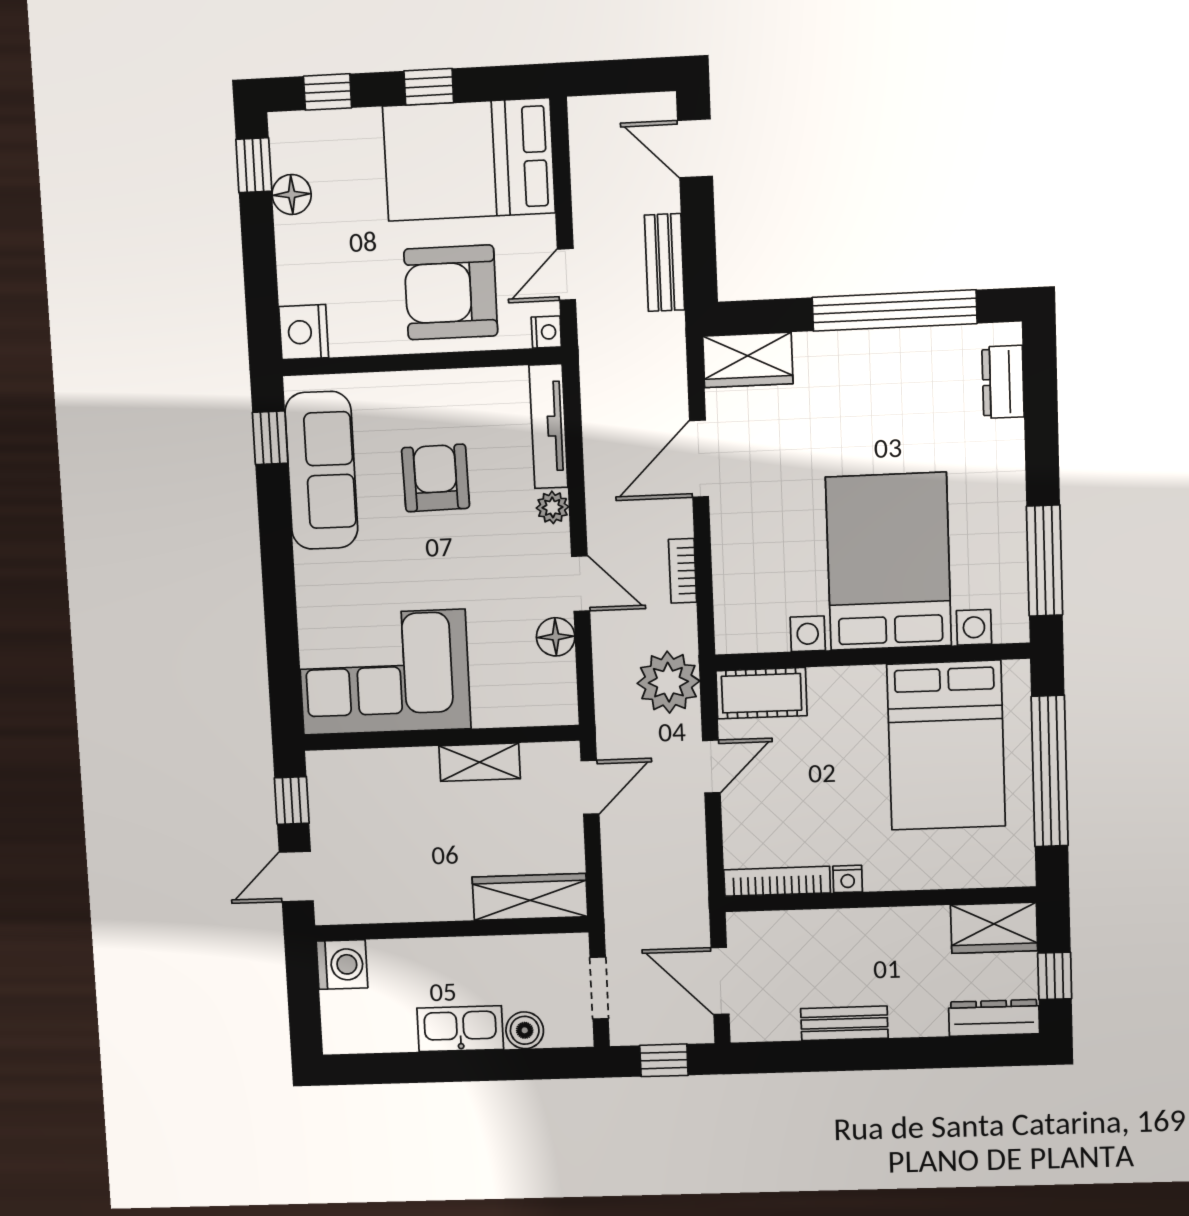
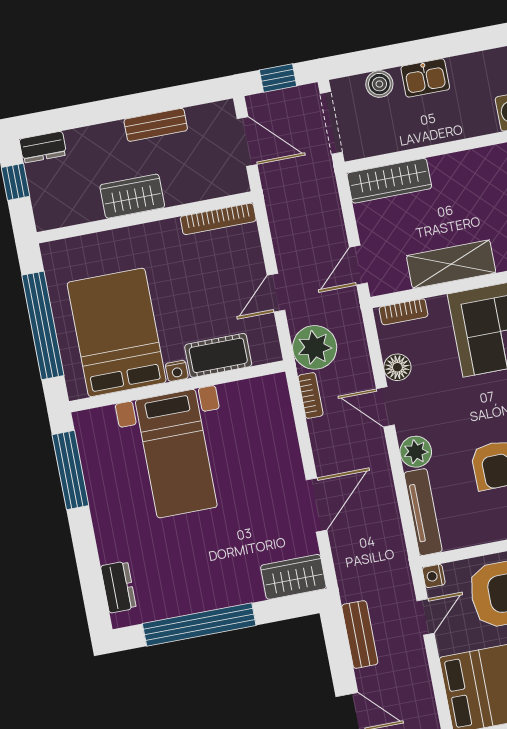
plant: (553, 507) -> (416, 452), width x1.38, depth x1.38
bed with nightstands: (888, 561) -> (176, 454), width x0.73
bookcase: (683, 571) -> (311, 396), moved
cot: (761, 693) -> (218, 355), moved
bookcase: (536, 713) -> (404, 312), added
shelving: (480, 762) -> (451, 264), width x1.50, depth x1.33
nightstand: (848, 879) -> (177, 371), moved, turned 180
wardrobe: (994, 928) -> (132, 196), moved
doorway: (599, 988) -> (331, 123), width x1.38
dresser: (994, 1018) -> (43, 147), width x0.70
kitchen sink: (460, 1029) -> (425, 78), width x0.73

